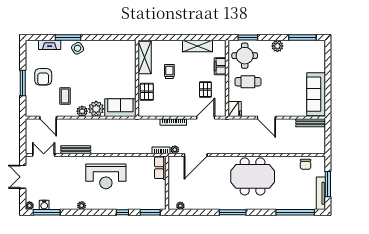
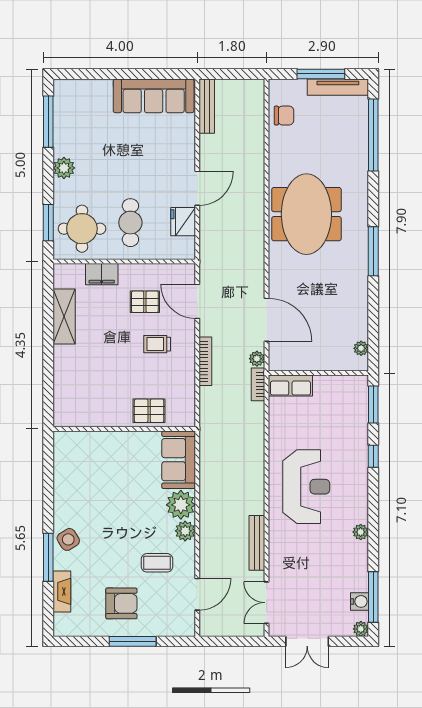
shelving: (145, 58) -> (85, 415), removed
trolley: (169, 71) -> (157, 344), moved
fridge: (235, 109) -> (183, 222), moved, turned -90

